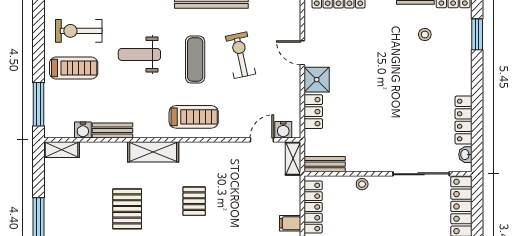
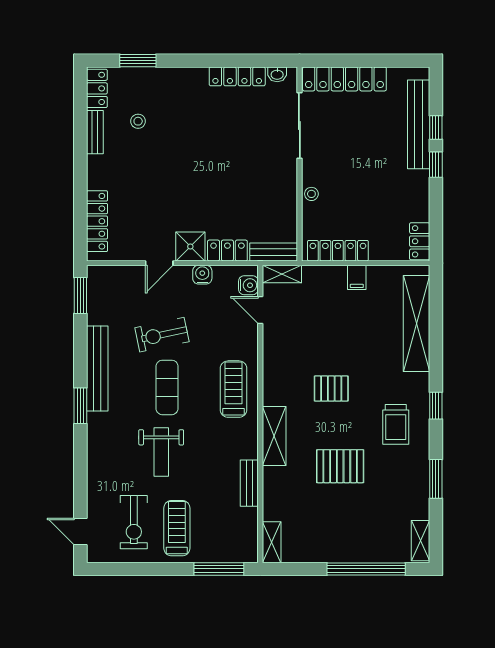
exercise mat: (195, 59) -> (167, 387), turned 90
water cooler: (83, 130) -> (202, 275), moved, turned -90
bench: (325, 164) -> (274, 252), moved, turned 90

